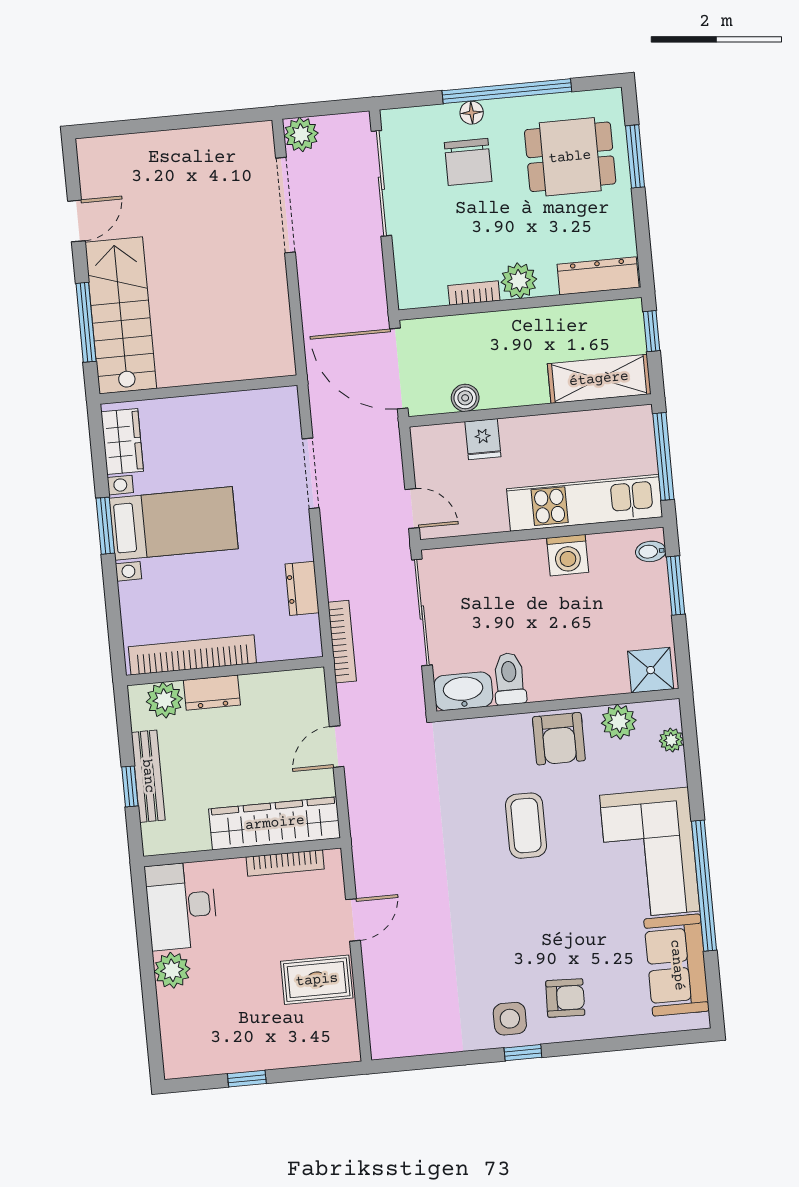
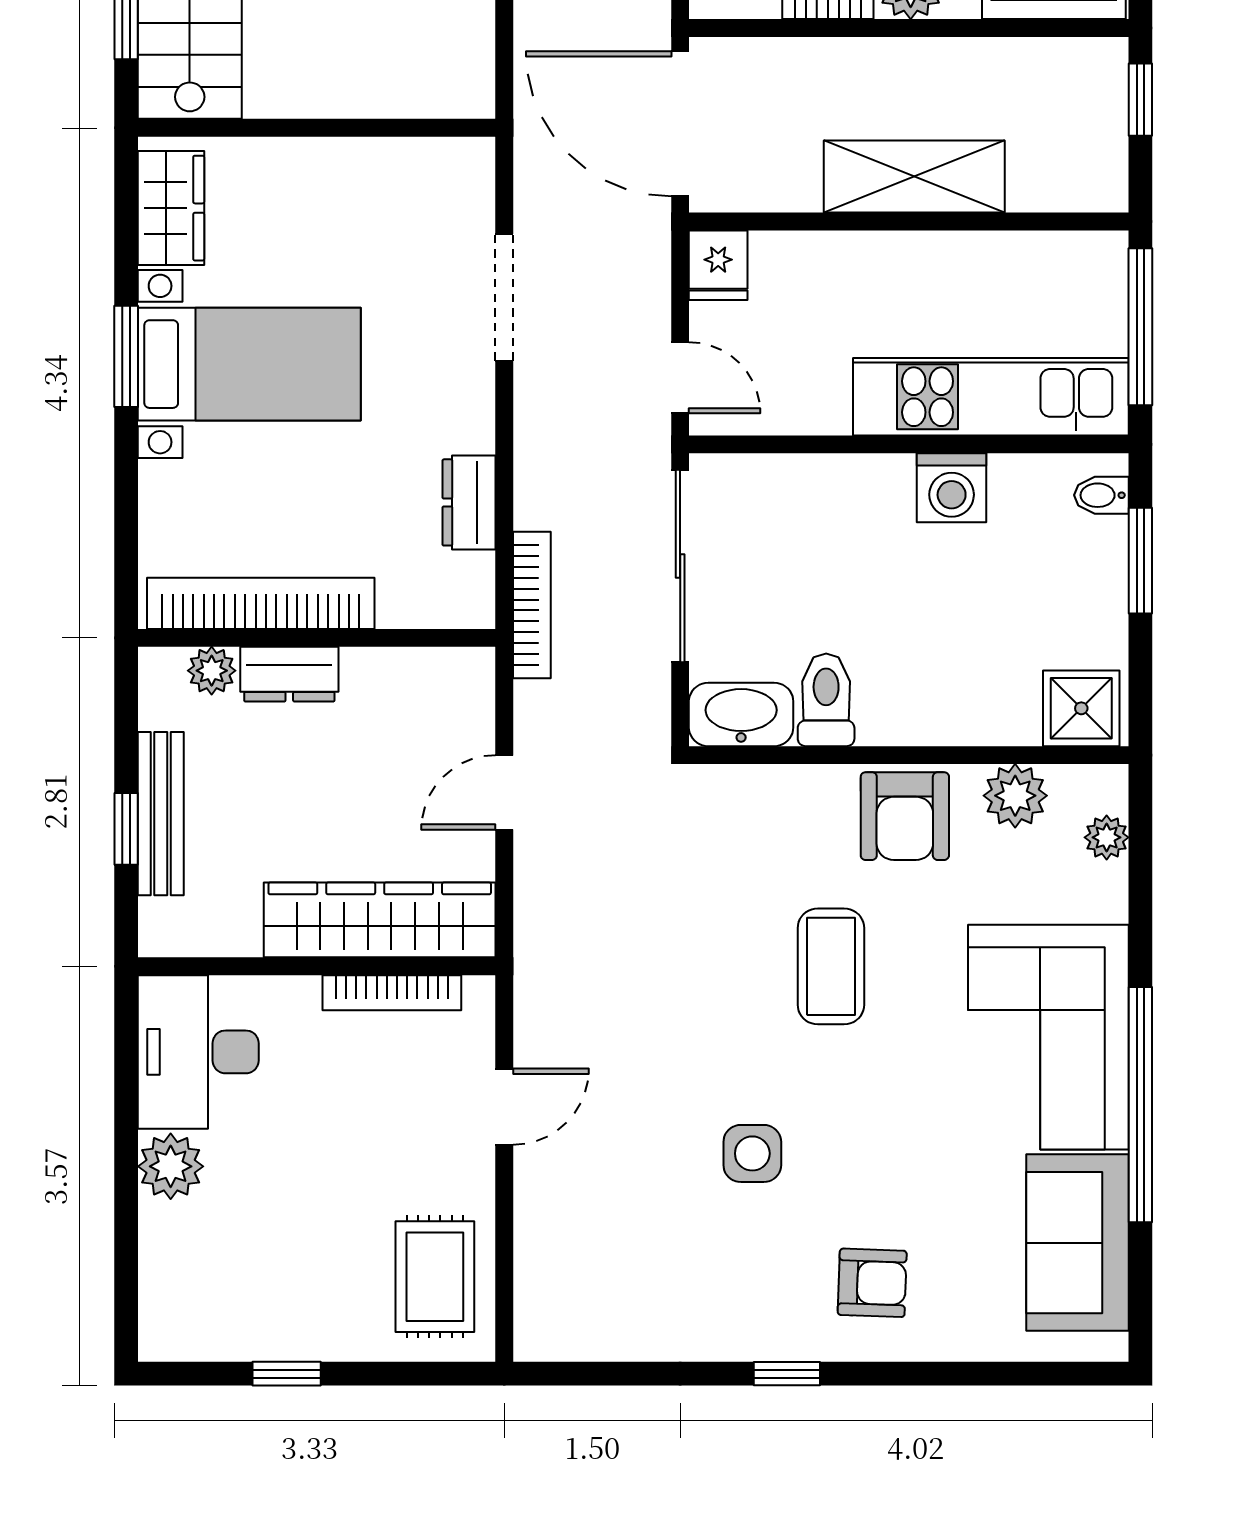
shelving: (599, 379) -> (914, 177), moved
boiler: (465, 398) -> (794, 188), removed
fridge: (483, 439) -> (718, 265), moved
plant: (164, 700) -> (212, 671), width x0.73, depth x0.73
rug: (317, 980) -> (435, 1277), moved, turned 90
side table: (510, 1019) -> (752, 1153), moved

